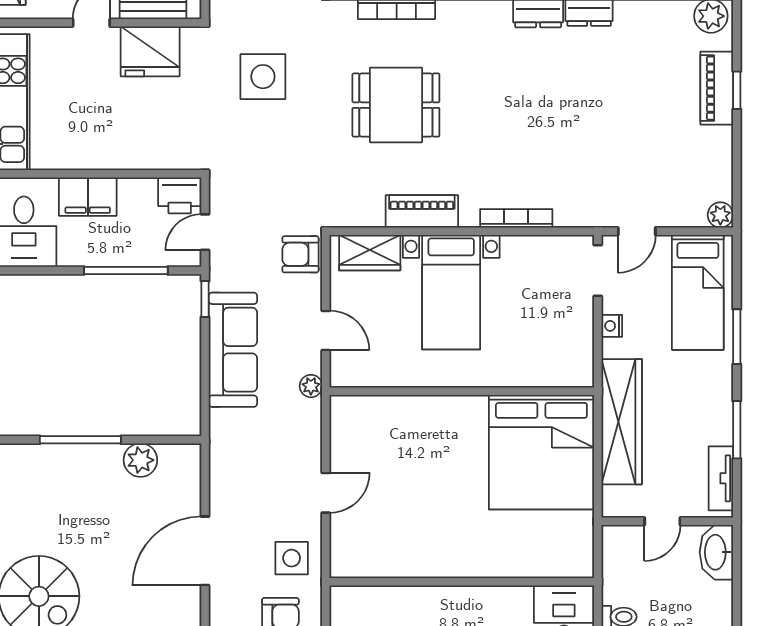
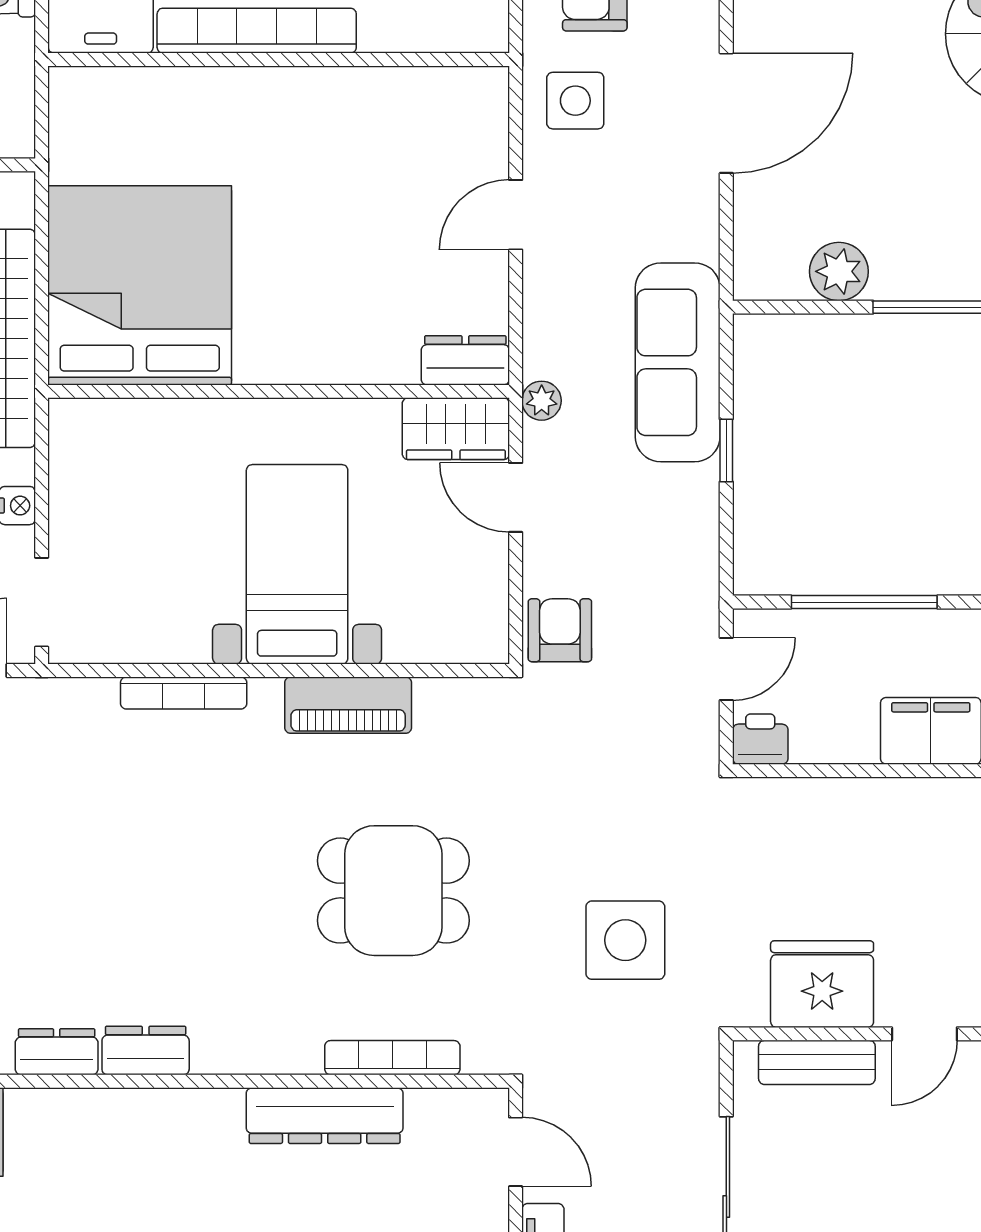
printer: (180, 195) -> (760, 739), width x0.73, depth x0.81
wardrobe: (370, 253) -> (456, 429), moved, turned 180
armchair: (300, 254) -> (560, 630), turned -90
window: (205, 299) -> (726, 450), moved
sofa: (233, 350) -> (678, 362), moved
dresser: (355, 409) -> (465, 360), added
bookcase: (474, 598) -> (257, 31), added

